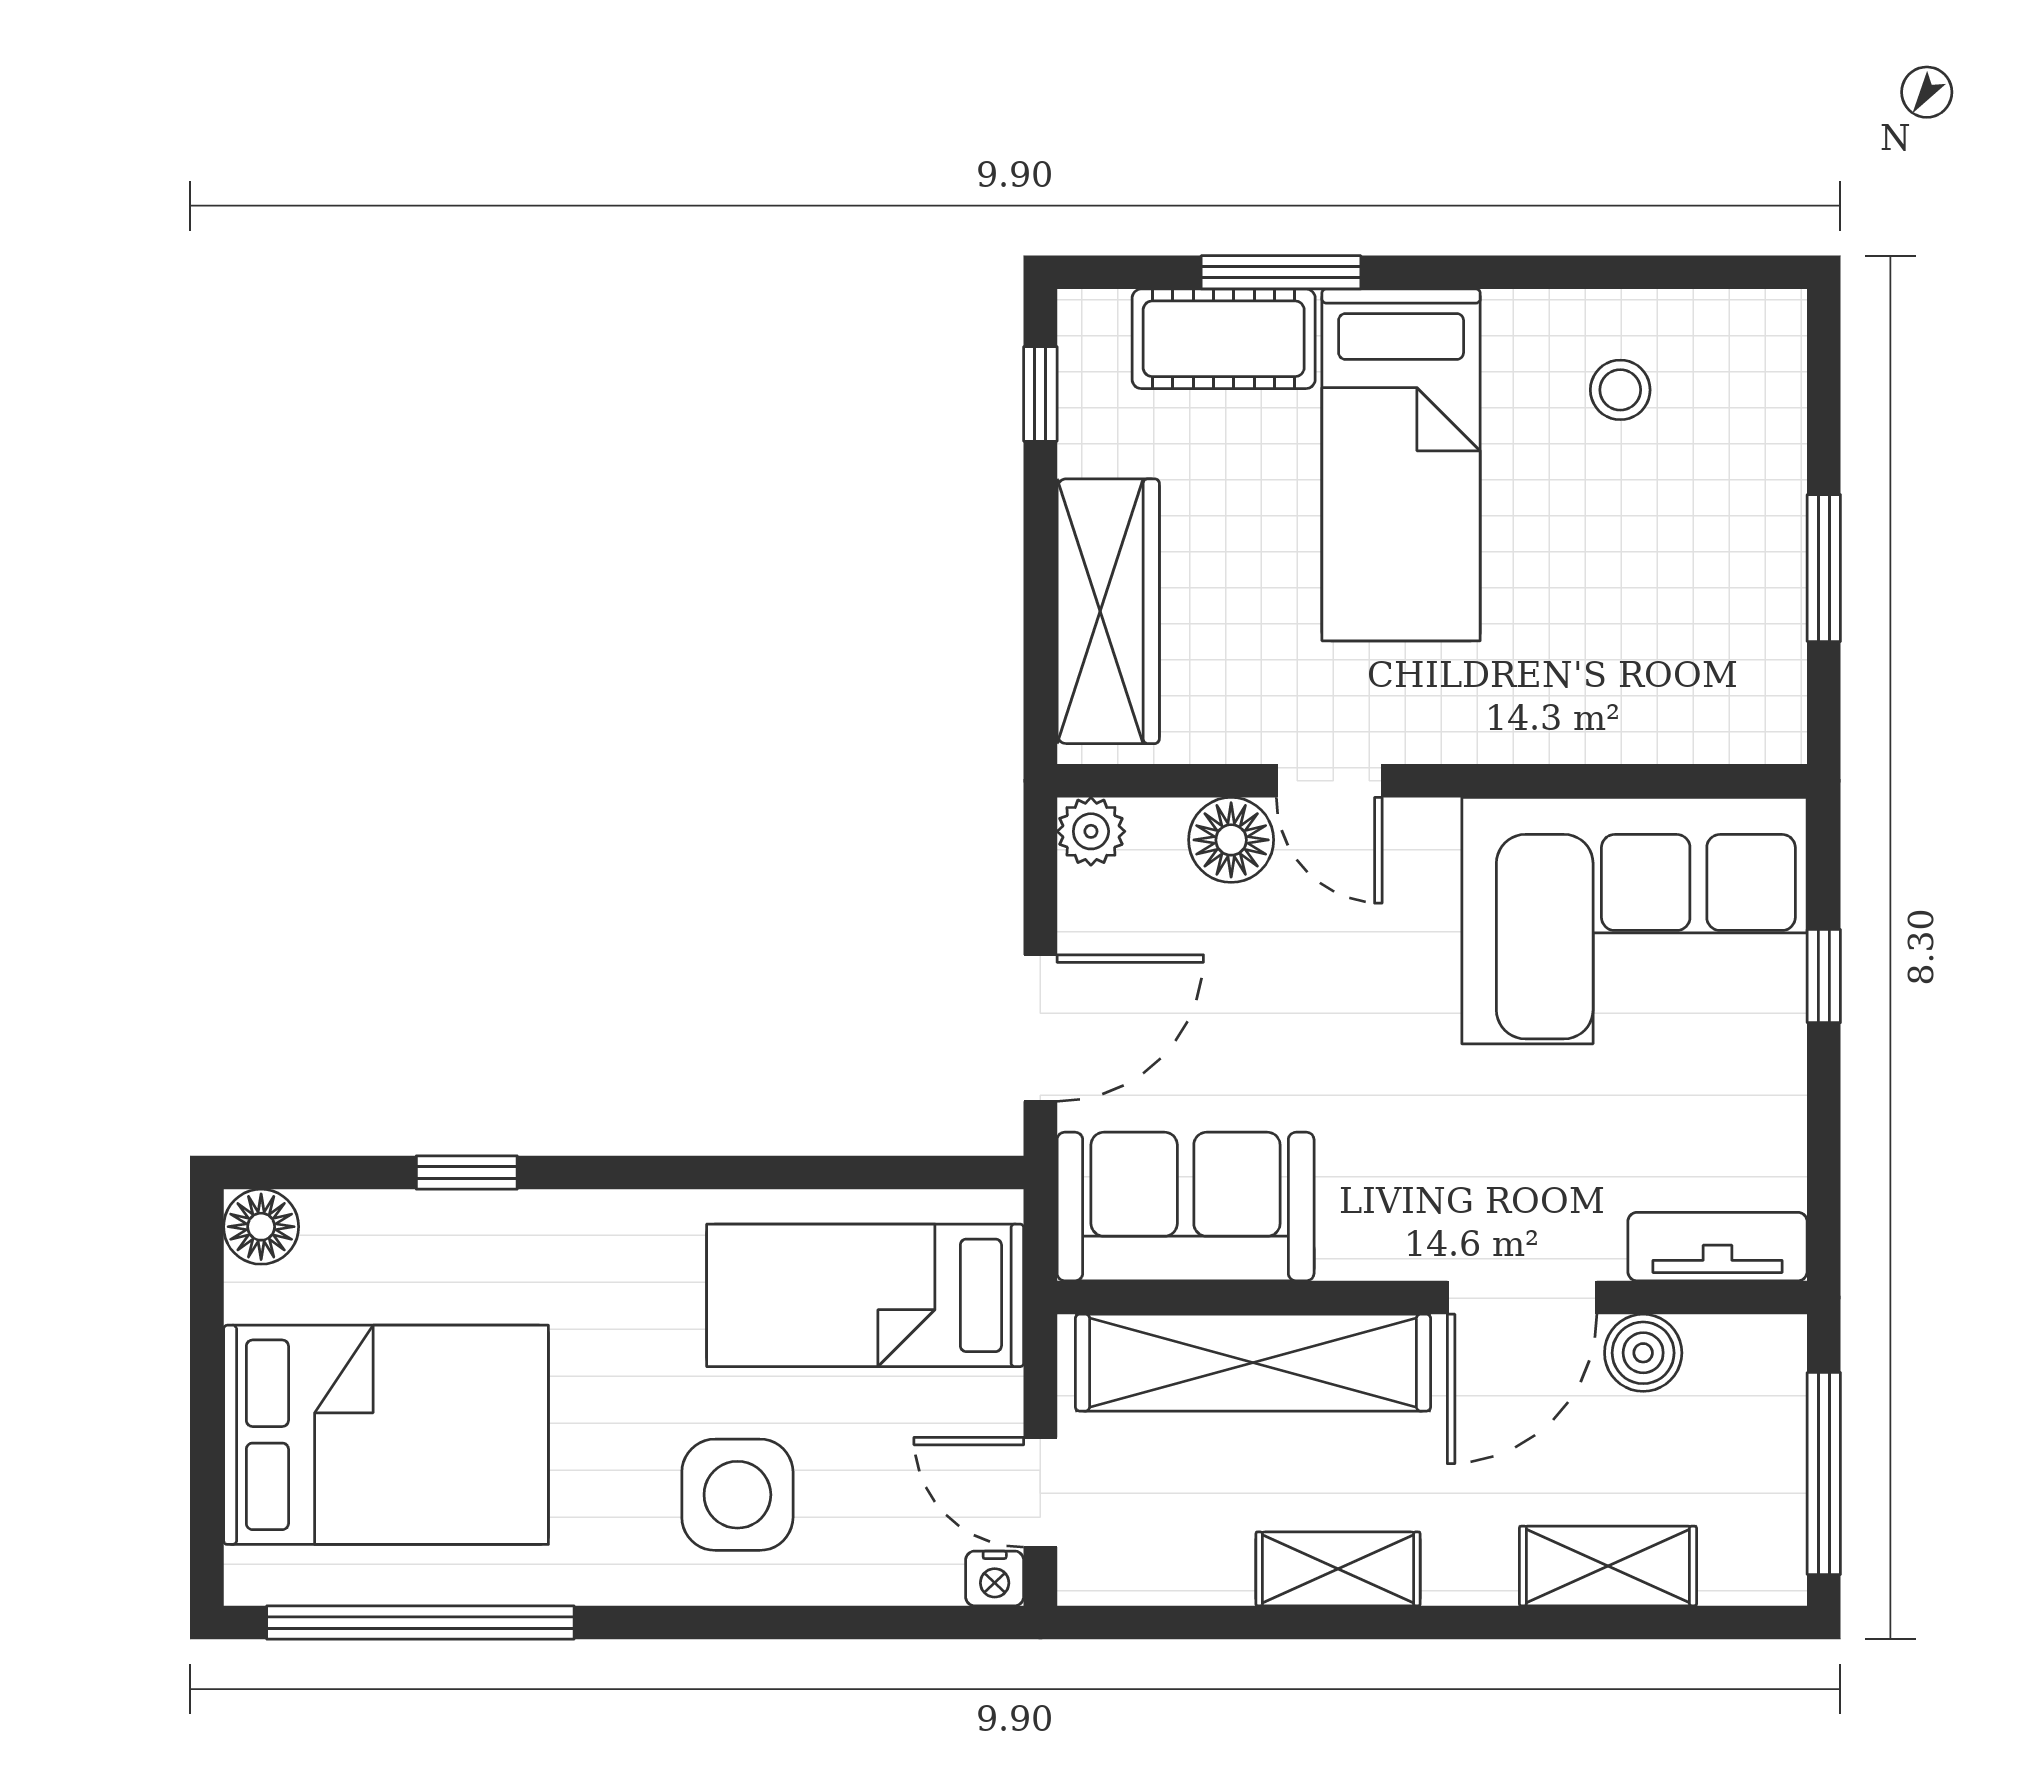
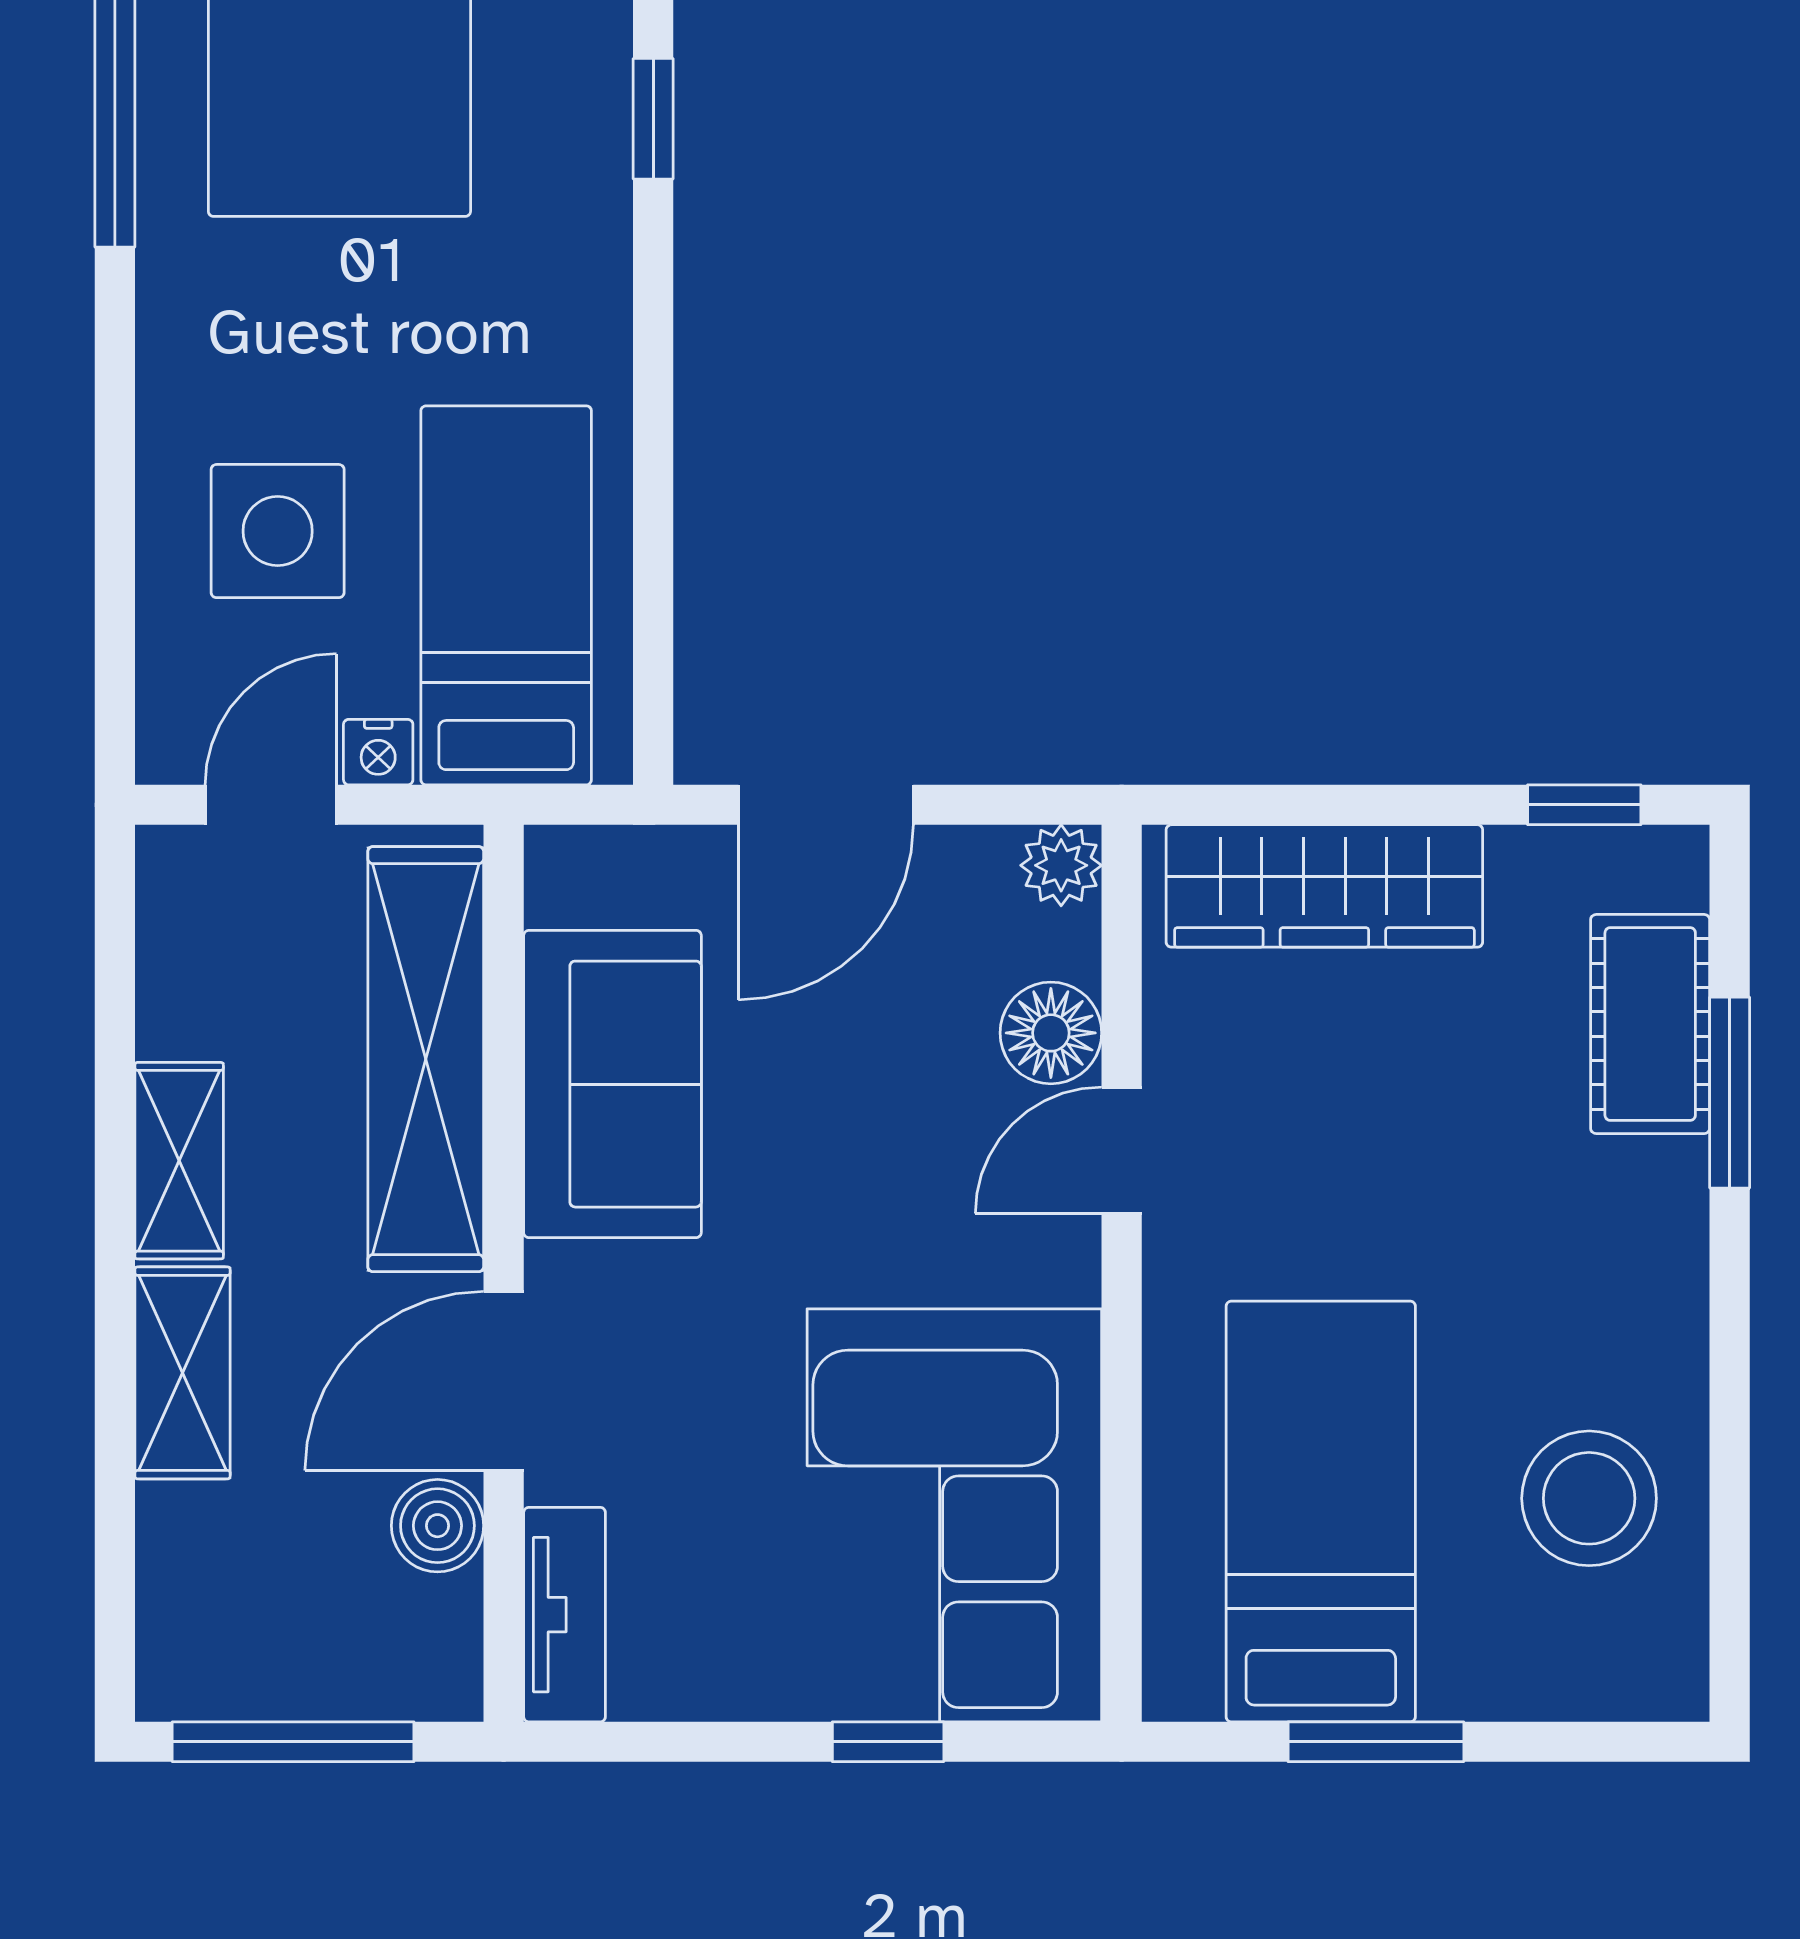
stool: (1620, 390) -> (1589, 1498), width x1.89, depth x1.89
bed: (1401, 465) -> (1321, 1511), moved, turned 90
door: (1040, 1028) -> (826, 805), hinge flipped
sofa: (1186, 1207) -> (612, 1084), moved
door: (1522, 1297) -> (504, 1381), hinge flipped
side table: (737, 1495) -> (278, 531), moved
shelving: (1608, 1566) -> (183, 1373), moved
nightstand: (995, 1578) -> (378, 752), moved, turned -90

